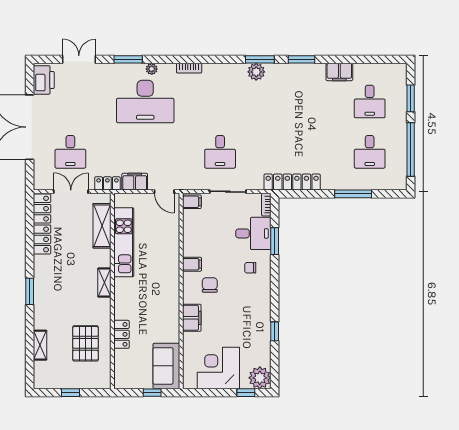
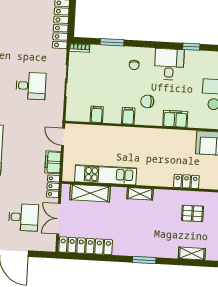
door: (164, 192) -> (63, 137), swing flipped
filing cabinet: (192, 202) -> (97, 114), moved
desk: (253, 233) -> (169, 64), moved
pallet: (85, 343) -> (192, 213), width x0.67, depth x0.71

